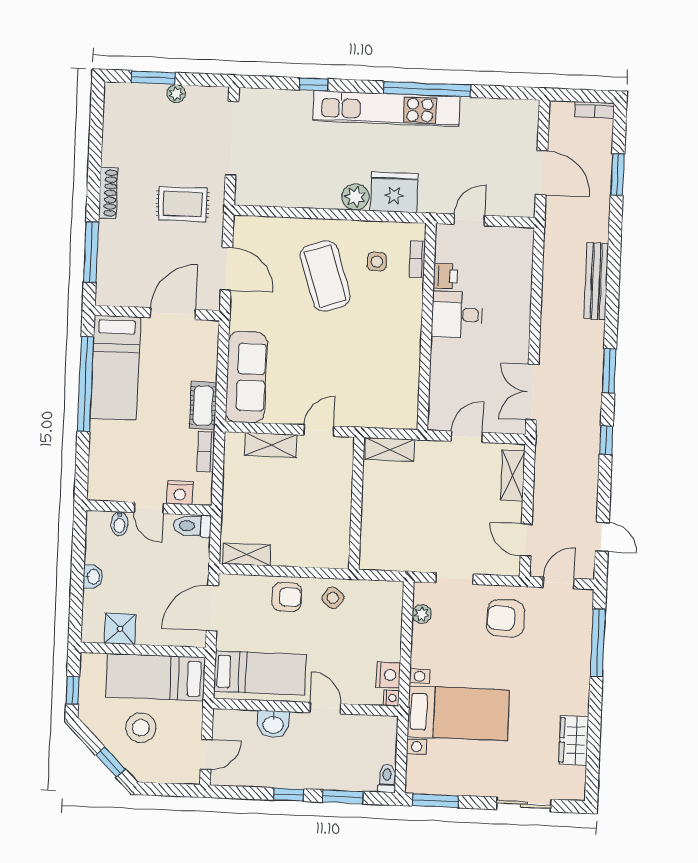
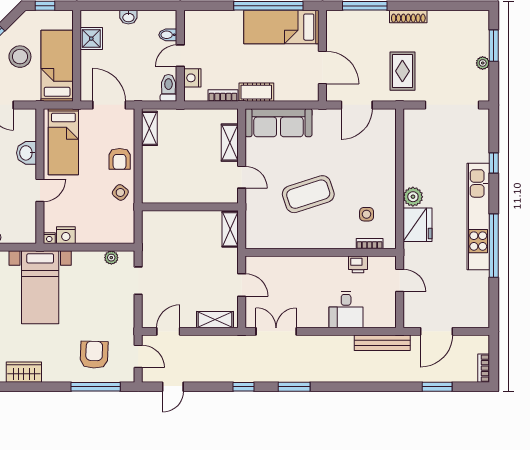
coffee table: (325, 276) -> (308, 194), moved
bench: (596, 281) -> (382, 343), moved
desk: (457, 315) -> (346, 310), moved, turned 180
armchair: (506, 618) -> (94, 355), moved

